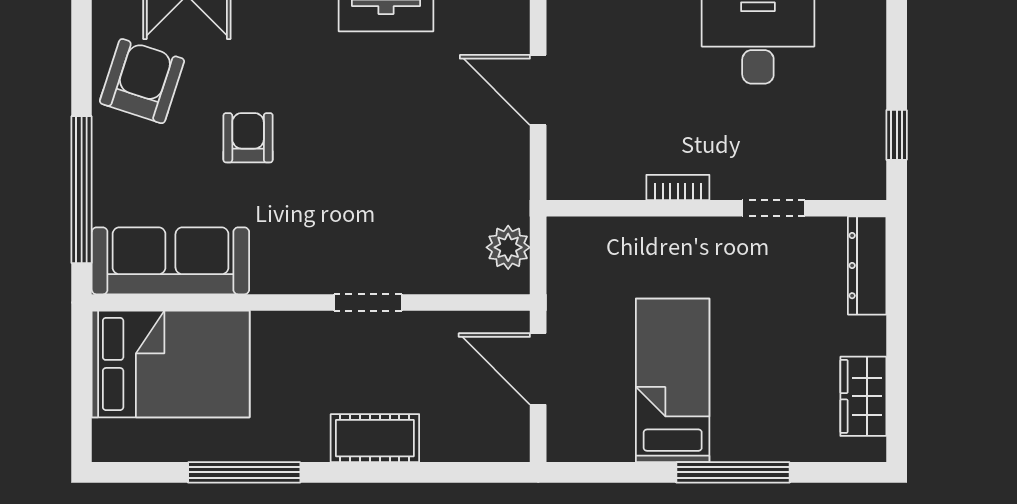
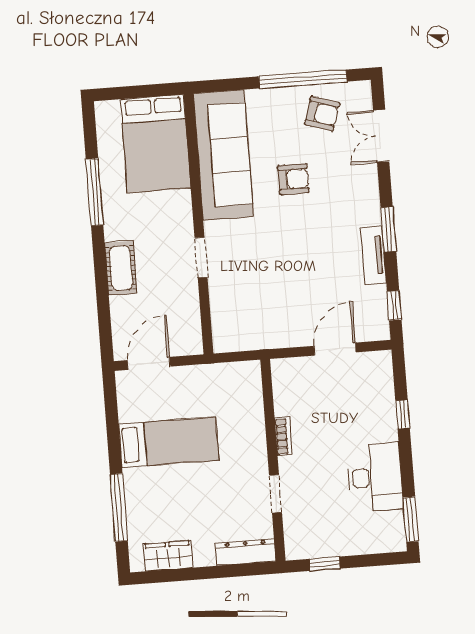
armchair: (142, 81) -> (322, 114), width x0.72, depth x0.72
window: (82, 190) -> (303, 79), moved
plant: (508, 247) -> (240, 338), removed
sofa: (170, 261) -> (223, 155), width x1.36, depth x1.27
door: (538, 369) -> (149, 363), moved
window: (733, 472) -> (119, 507), moved

